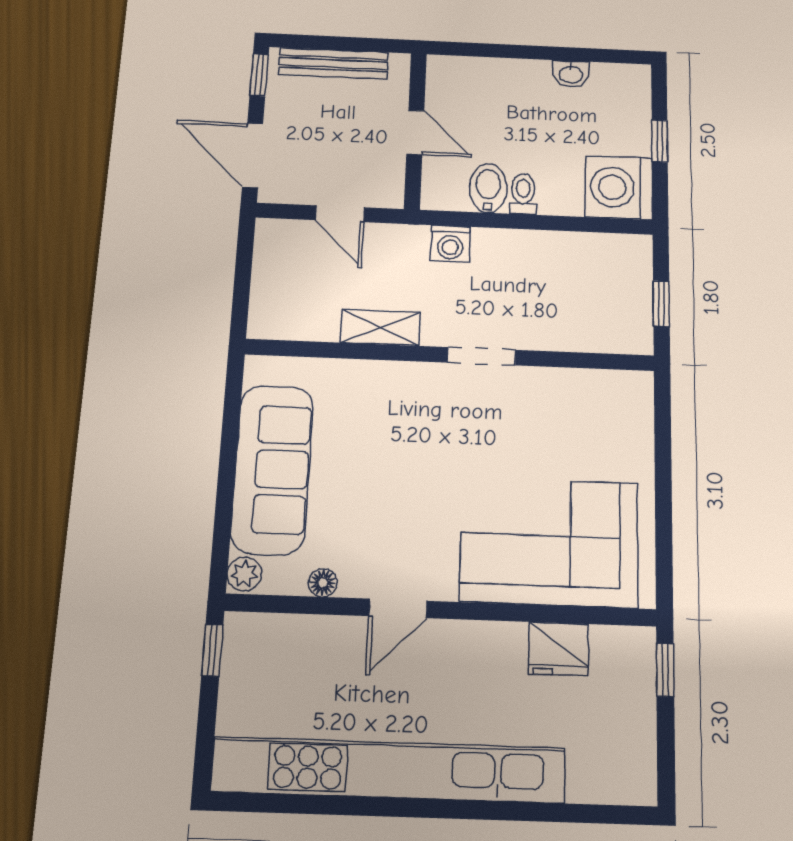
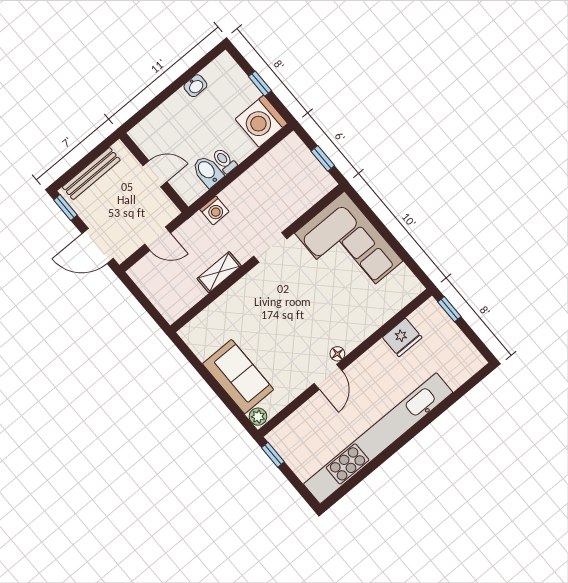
sofa: (272, 469) -> (238, 377), width x0.73
corner sofa: (549, 542) -> (349, 247), moved, turned -90
floor lamp: (323, 583) -> (337, 354), moved

